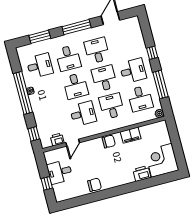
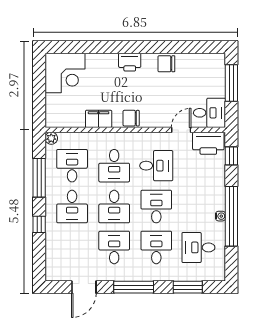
desk: (97, 51) -> (114, 247), turned 180
desk: (133, 71) -> (72, 207), turned -90
desk: (83, 114) -> (156, 166), turned 180
printer: (57, 139) -> (208, 143), width x1.87, depth x1.48
desk: (60, 172) -> (210, 113), moved
printer: (142, 174) -> (130, 62), moved
window: (47, 183) -> (231, 83), width x2.17

